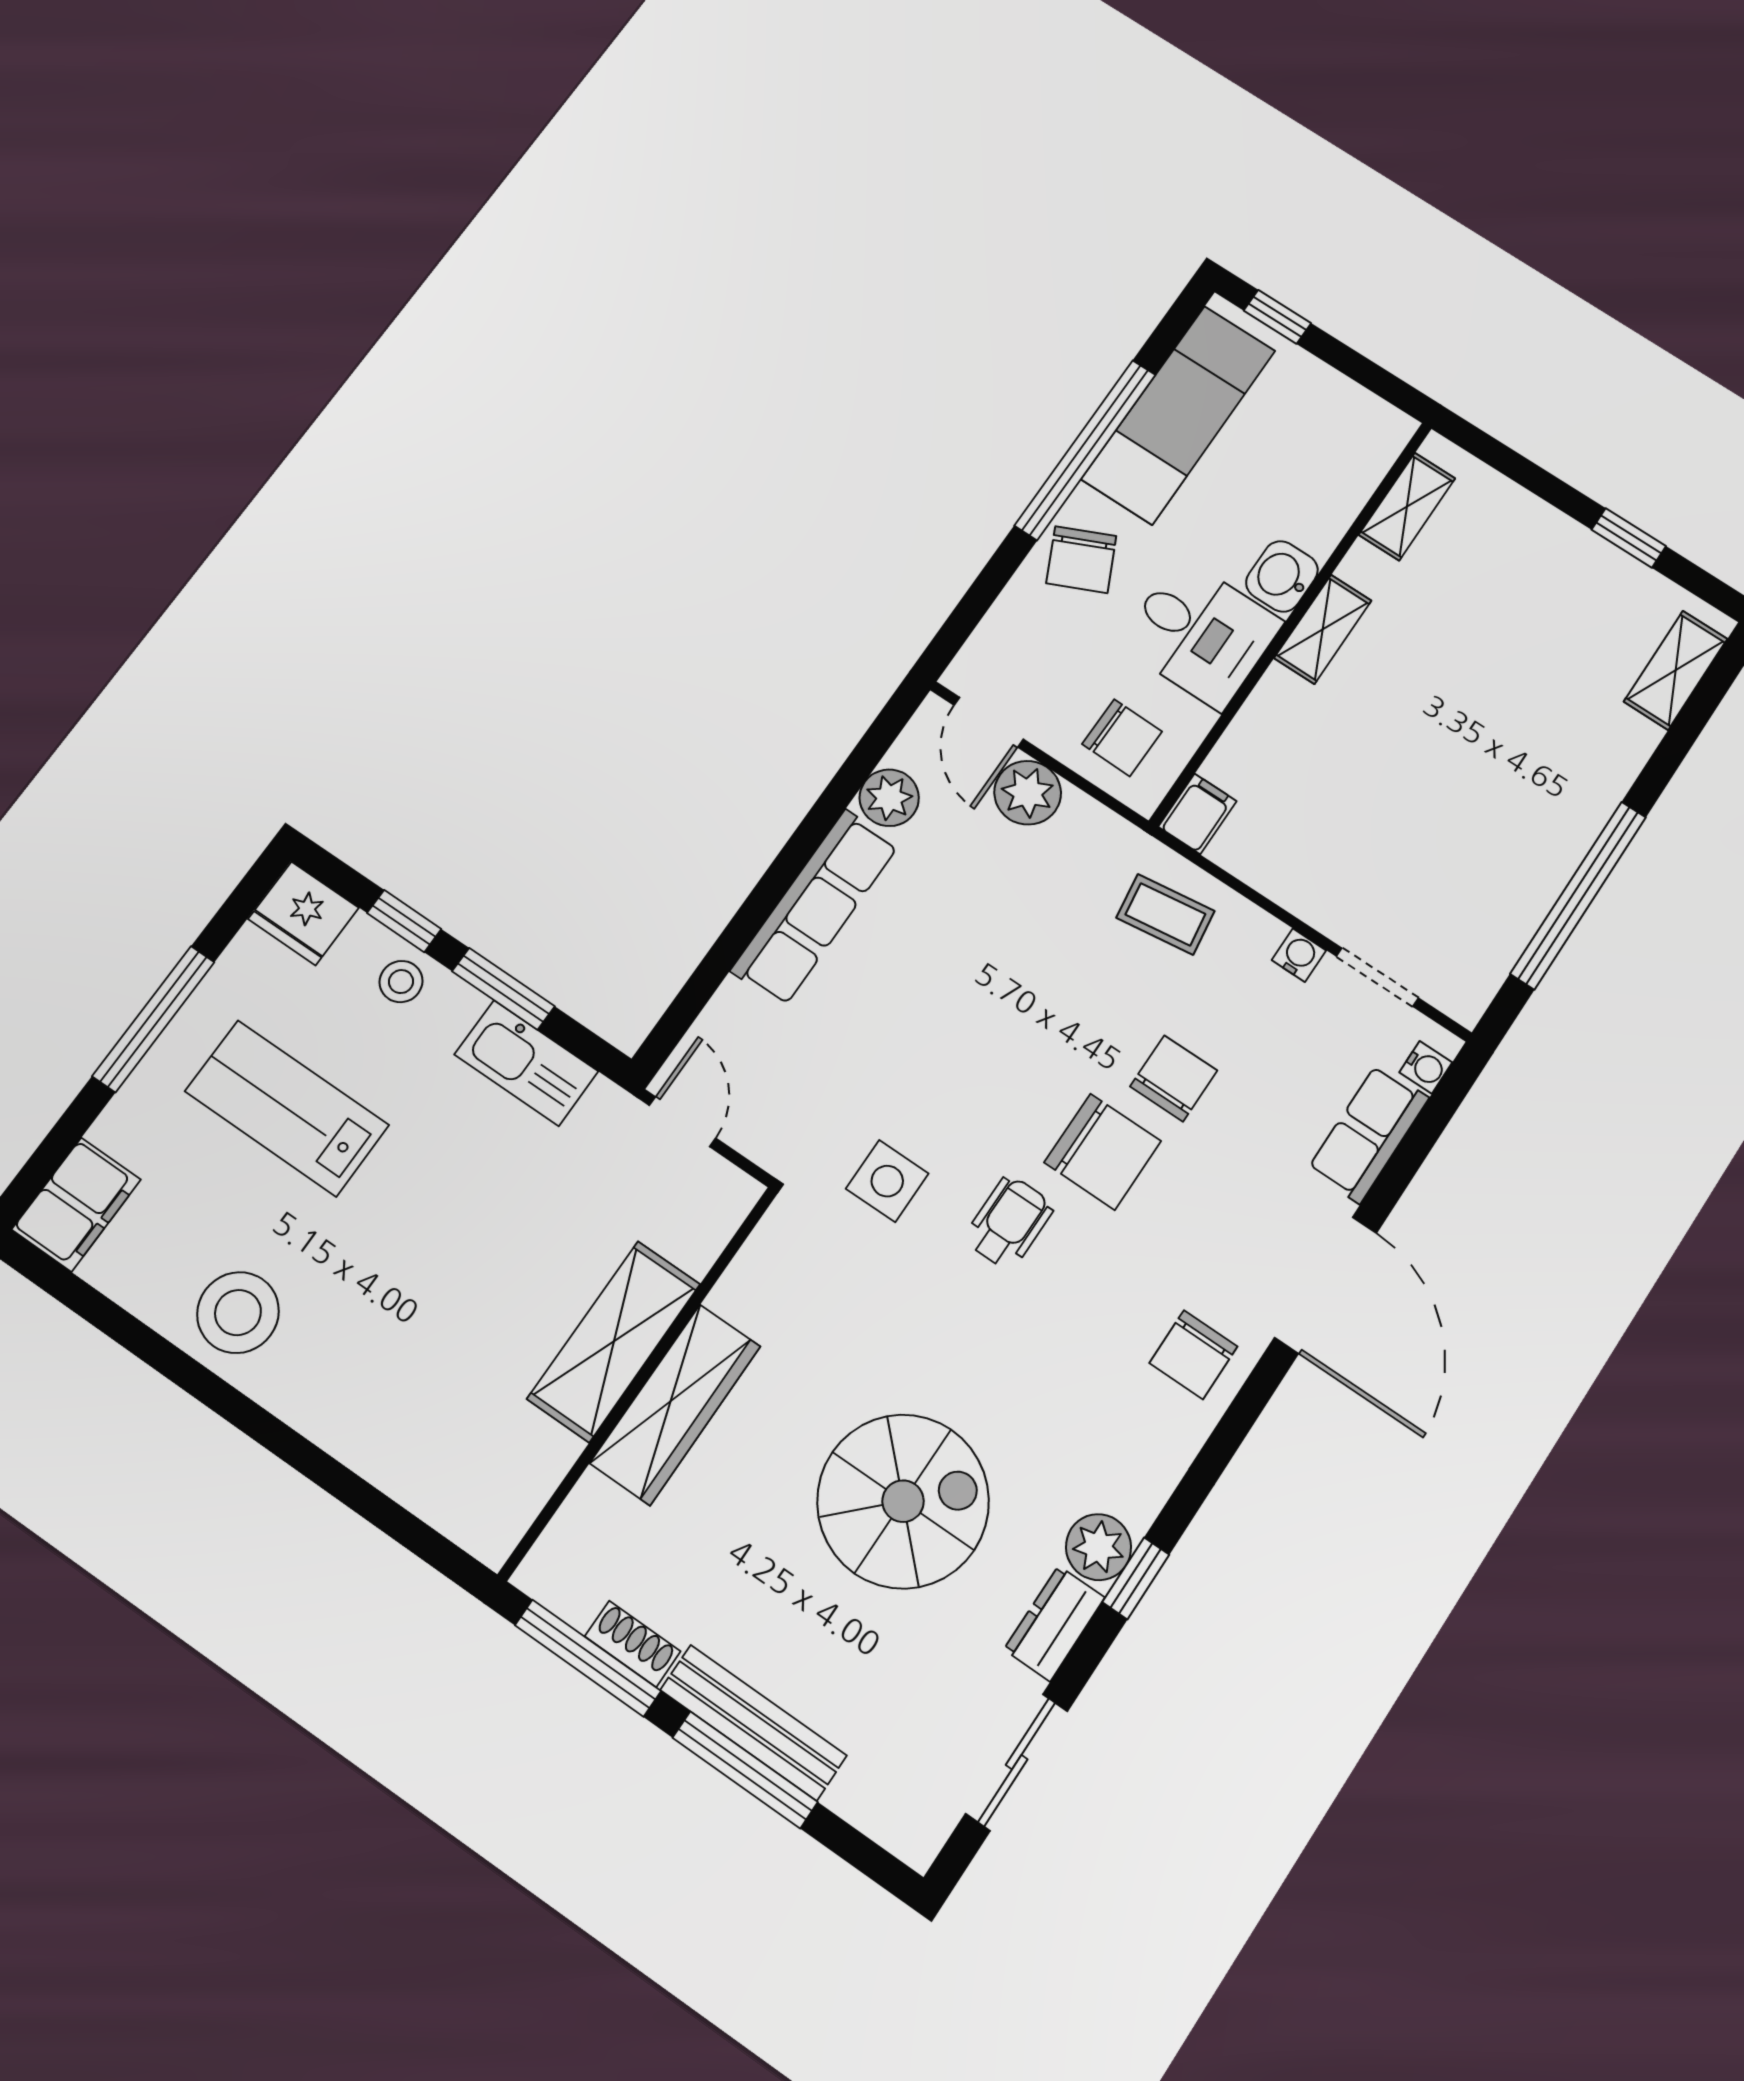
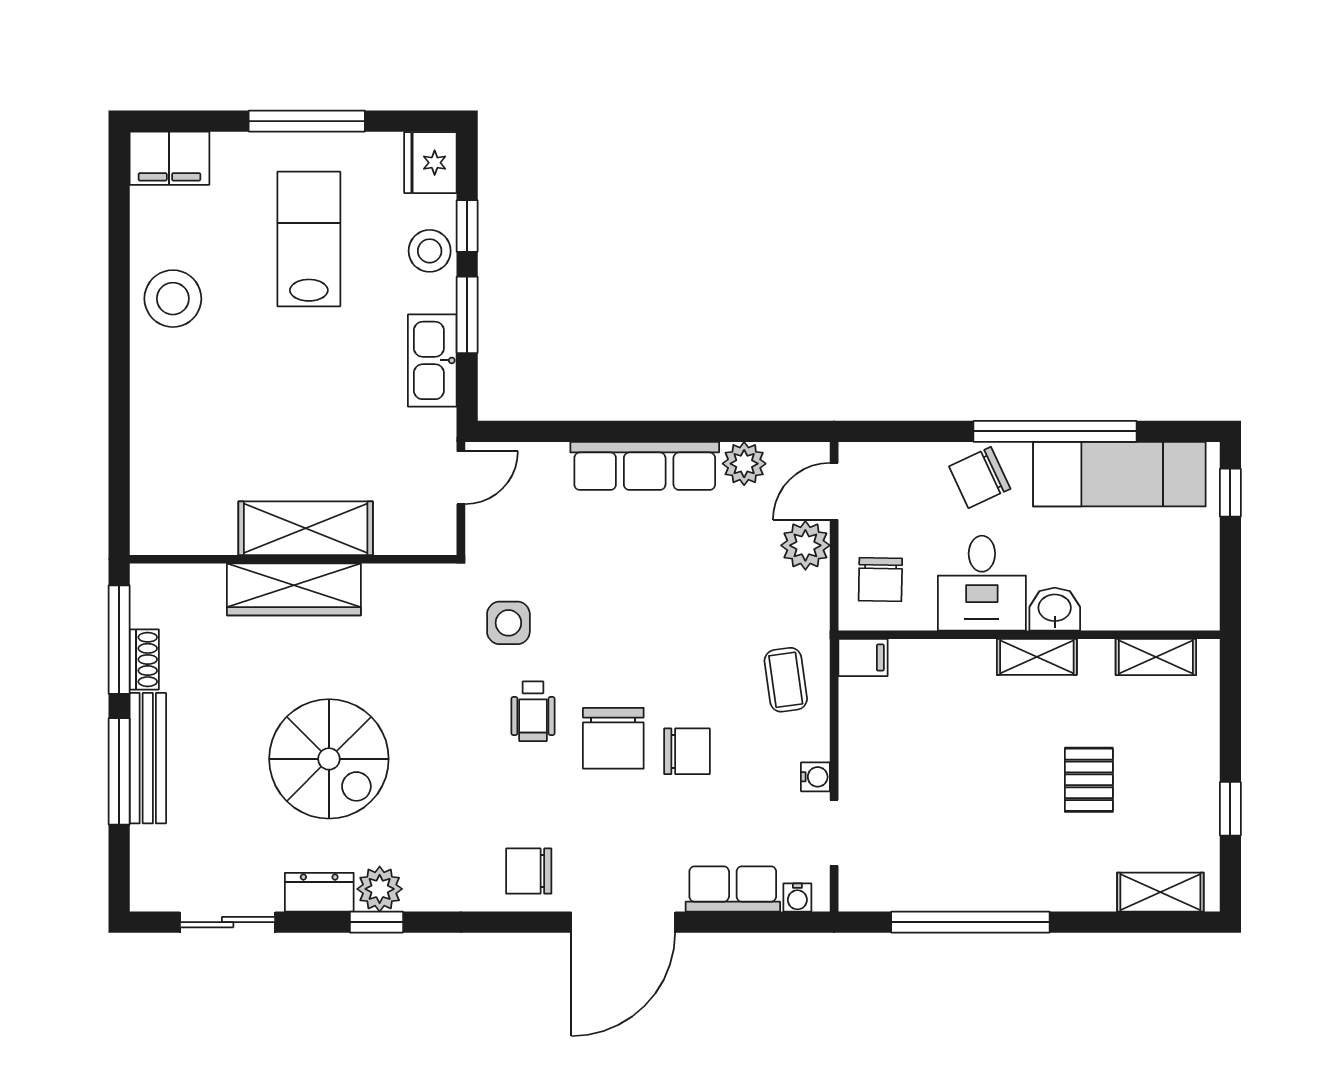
pallet: (1498, 664) -> (1089, 780), added
stool: (401, 982) -> (430, 251), width x1.37, depth x1.37
wheelchair: (1009, 1222) -> (533, 711), turned 90

